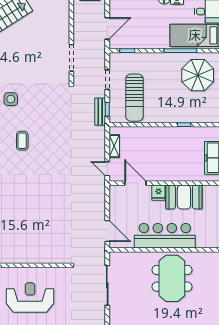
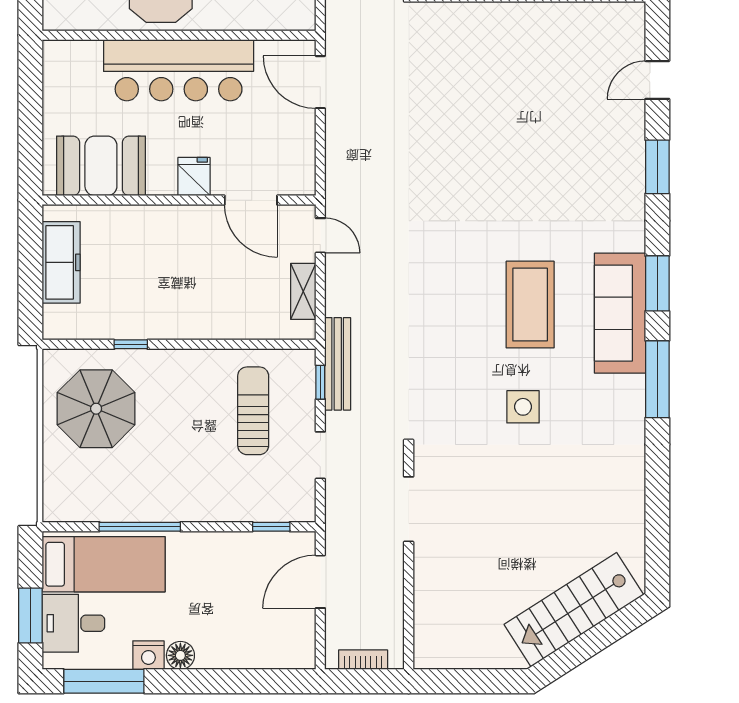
parasol: (198, 75) -> (96, 409), moved
sun lounger: (134, 98) -> (253, 411), width x0.73, depth x0.75
side table: (11, 99) -> (523, 407), moved
bench: (100, 112) -> (338, 364), width x1.36
coffee table: (22, 141) -> (530, 305), width x1.86, depth x1.72
booth: (184, 197) -> (101, 166), moved

